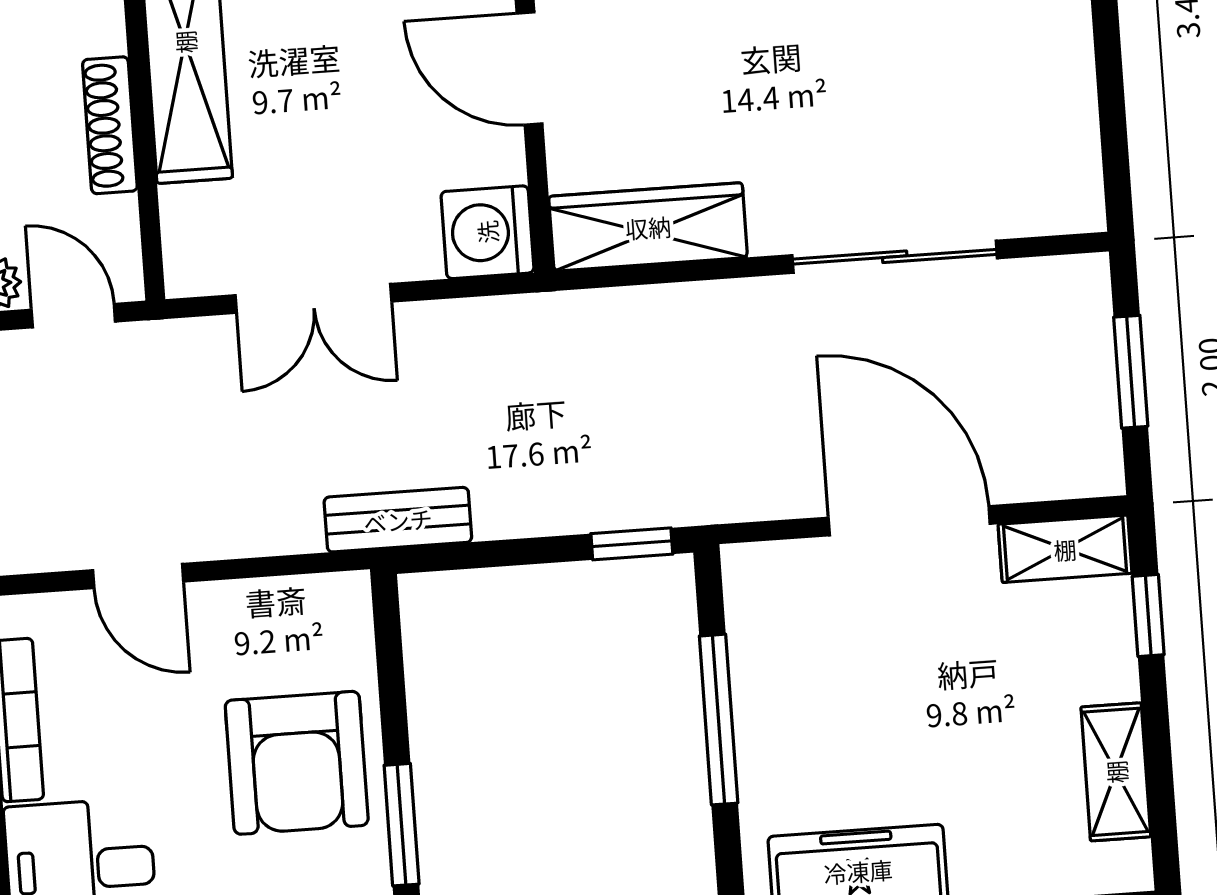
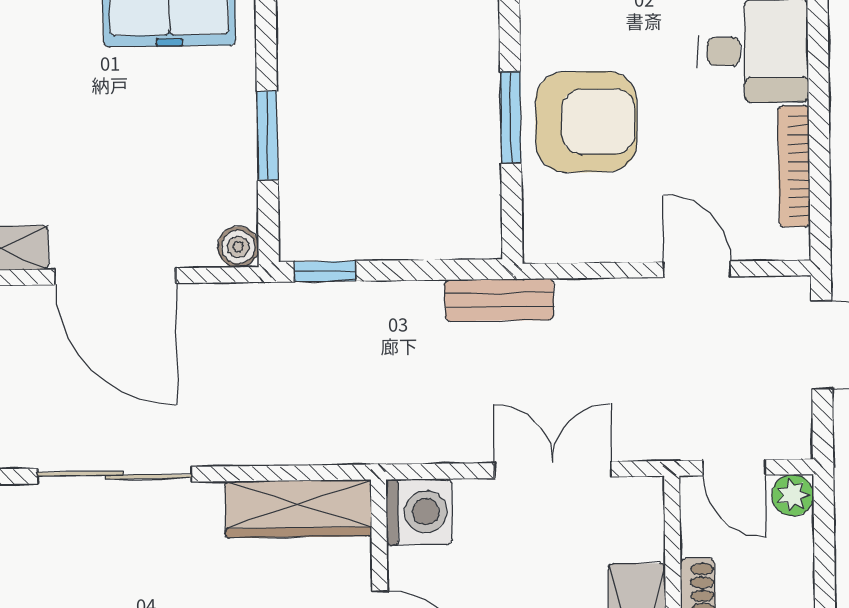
boiler: (748, 569) -> (238, 247), added
window: (719, 720) -> (267, 135), width x0.69
armchair: (297, 763) -> (586, 122), turned 90
window: (402, 825) -> (511, 117), moved

